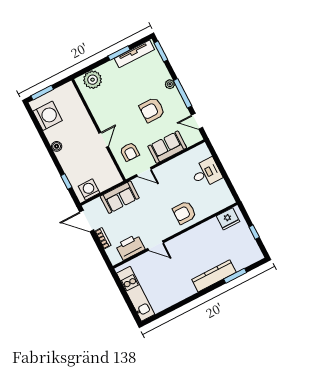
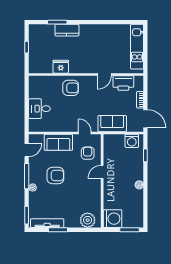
washing machine: (48, 116) -> (112, 219), moved, turned 180
door: (197, 121) -> (27, 150), hinge flipped
fridge: (228, 219) -> (61, 67), moved
door: (155, 246) -> (104, 74), swing flipped
kitchen counter: (214, 276) -> (67, 30), width x0.67

